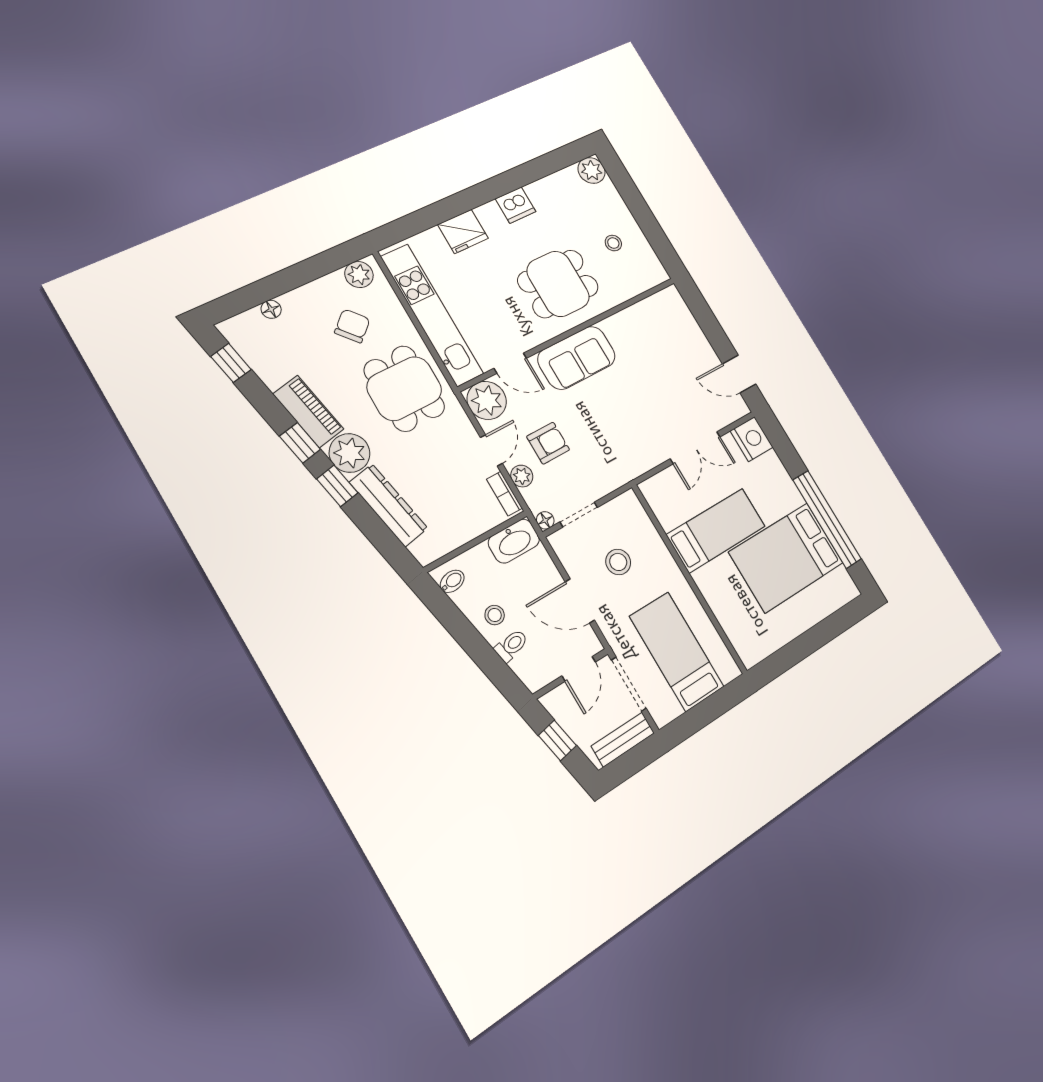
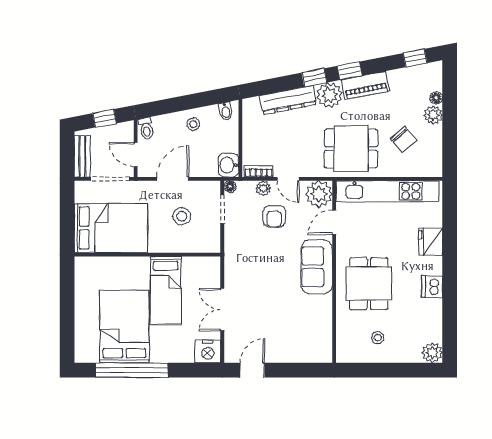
plant: (359, 275) -> (433, 115), moved
washbasin: (514, 541) -> (228, 165), width x0.72
toilet: (511, 645) -> (146, 128), moved
bed: (677, 652) -> (111, 228), width x1.50

